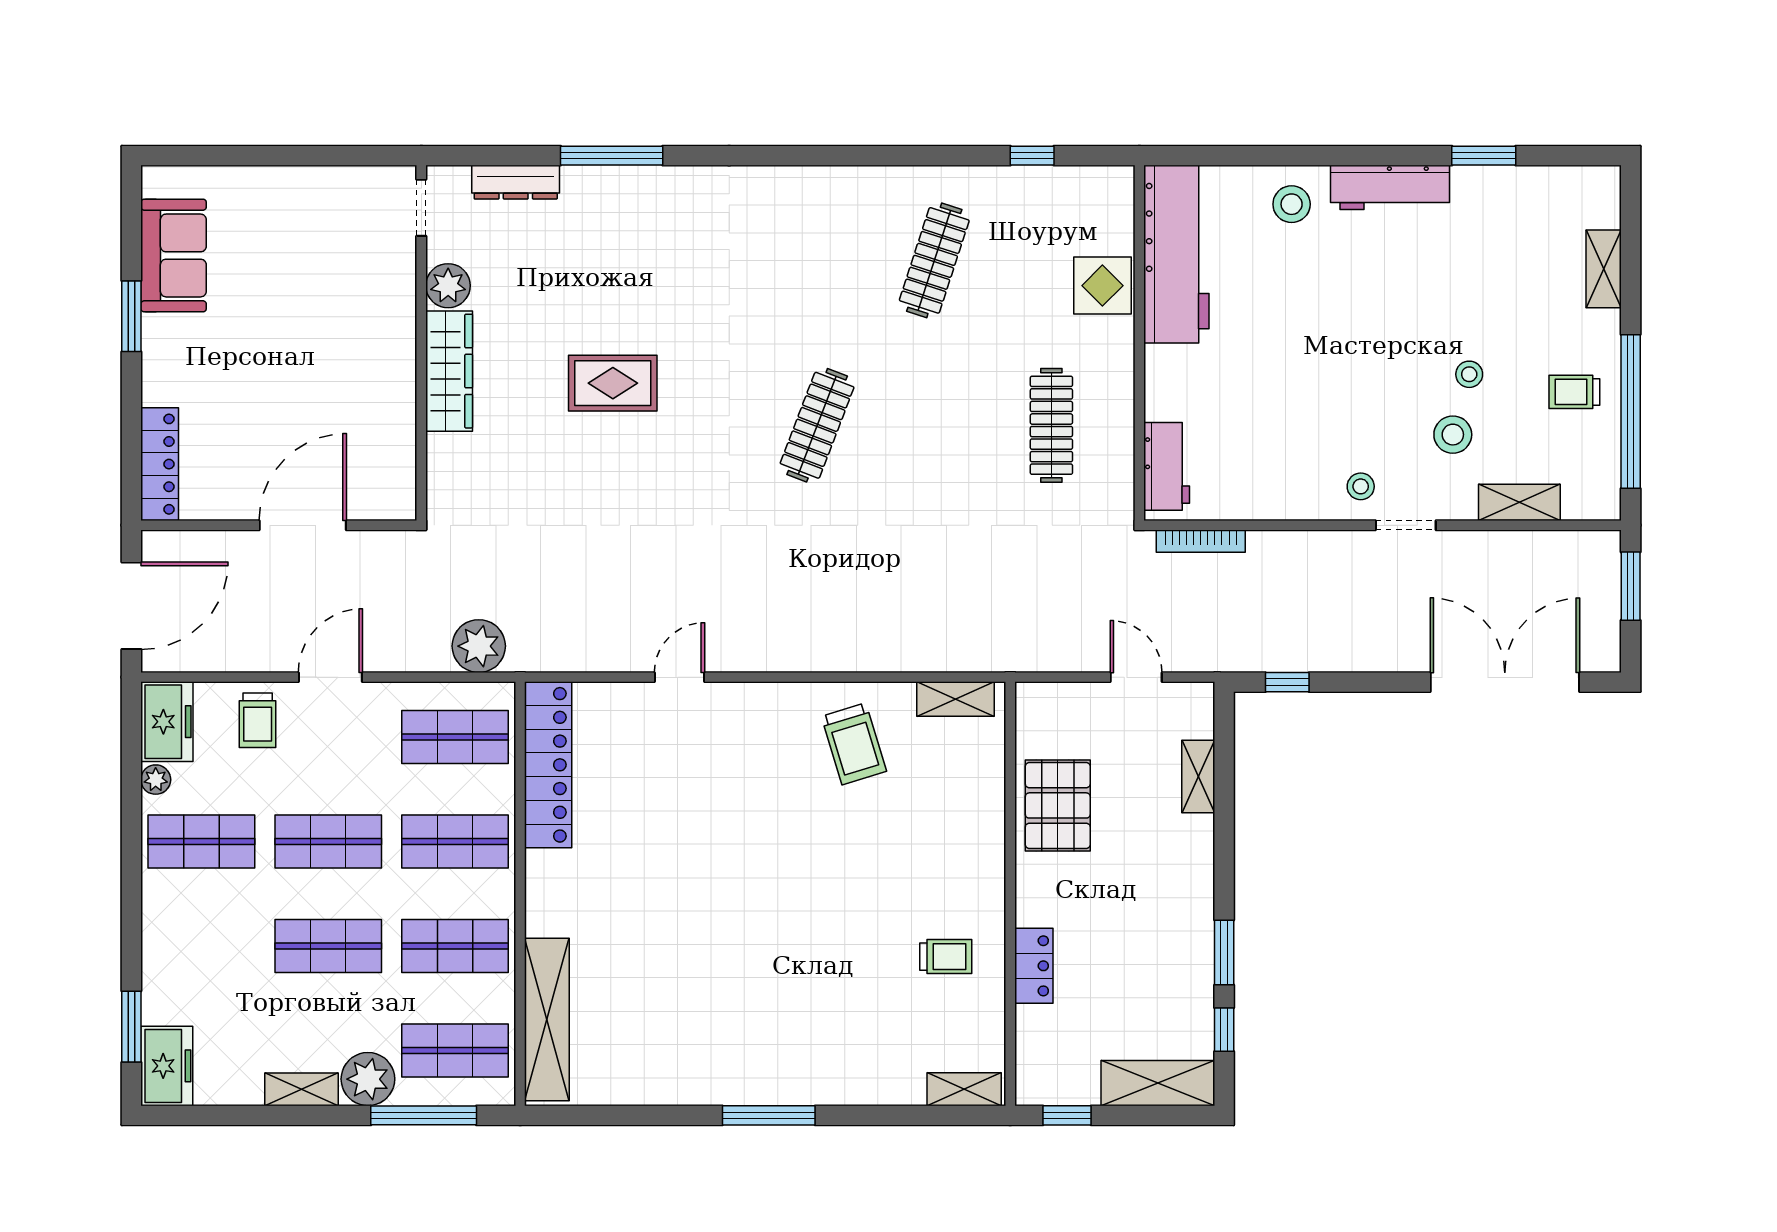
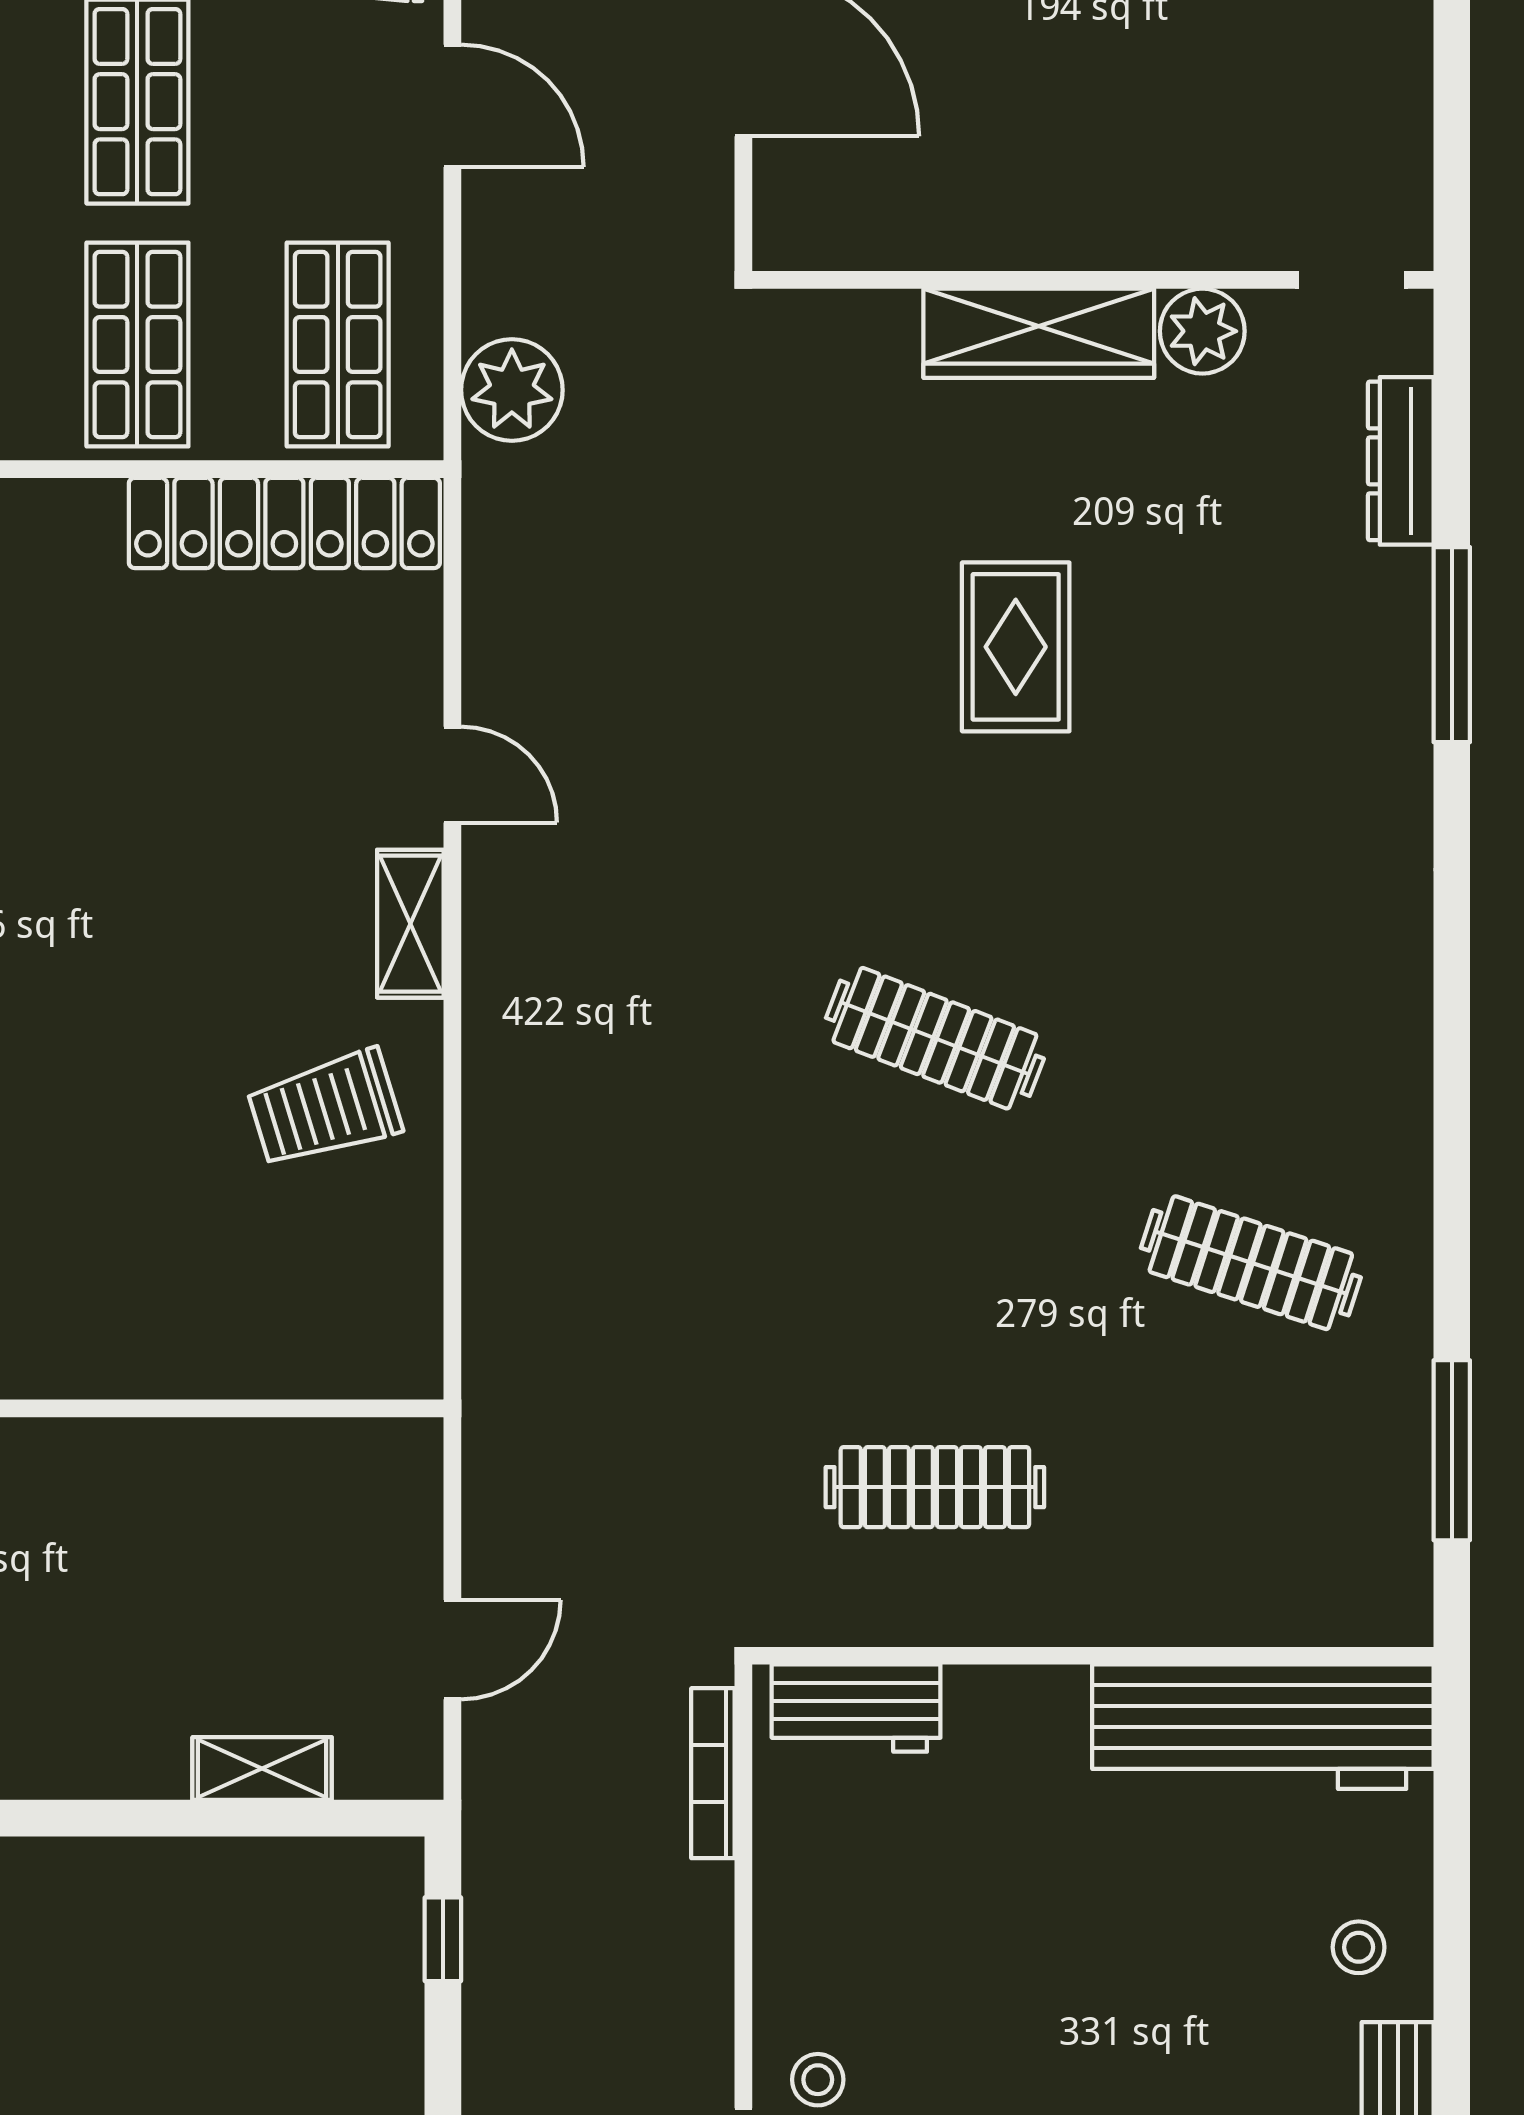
window: (1032, 156) -> (1452, 1450), width x2.17
stool: (1292, 204) -> (1359, 1947), width x0.73, depth x0.73
display table: (1102, 286) -> (1203, 1585), removed
shelving: (955, 699) -> (410, 924), moved
pallet: (1058, 805) -> (206, 1499), removed

